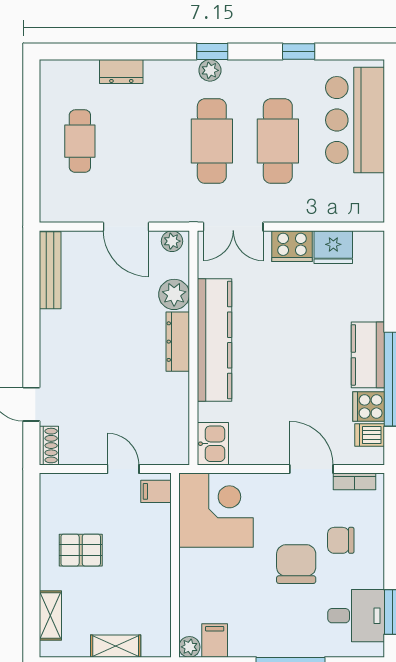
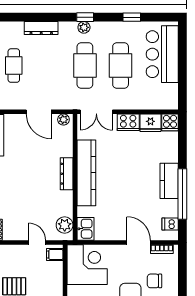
dresser: (121, 72) -> (41, 28), width x1.44
plant: (174, 294) -> (65, 225), moved
cooker: (369, 407) -> (170, 122), moved, turned -90

